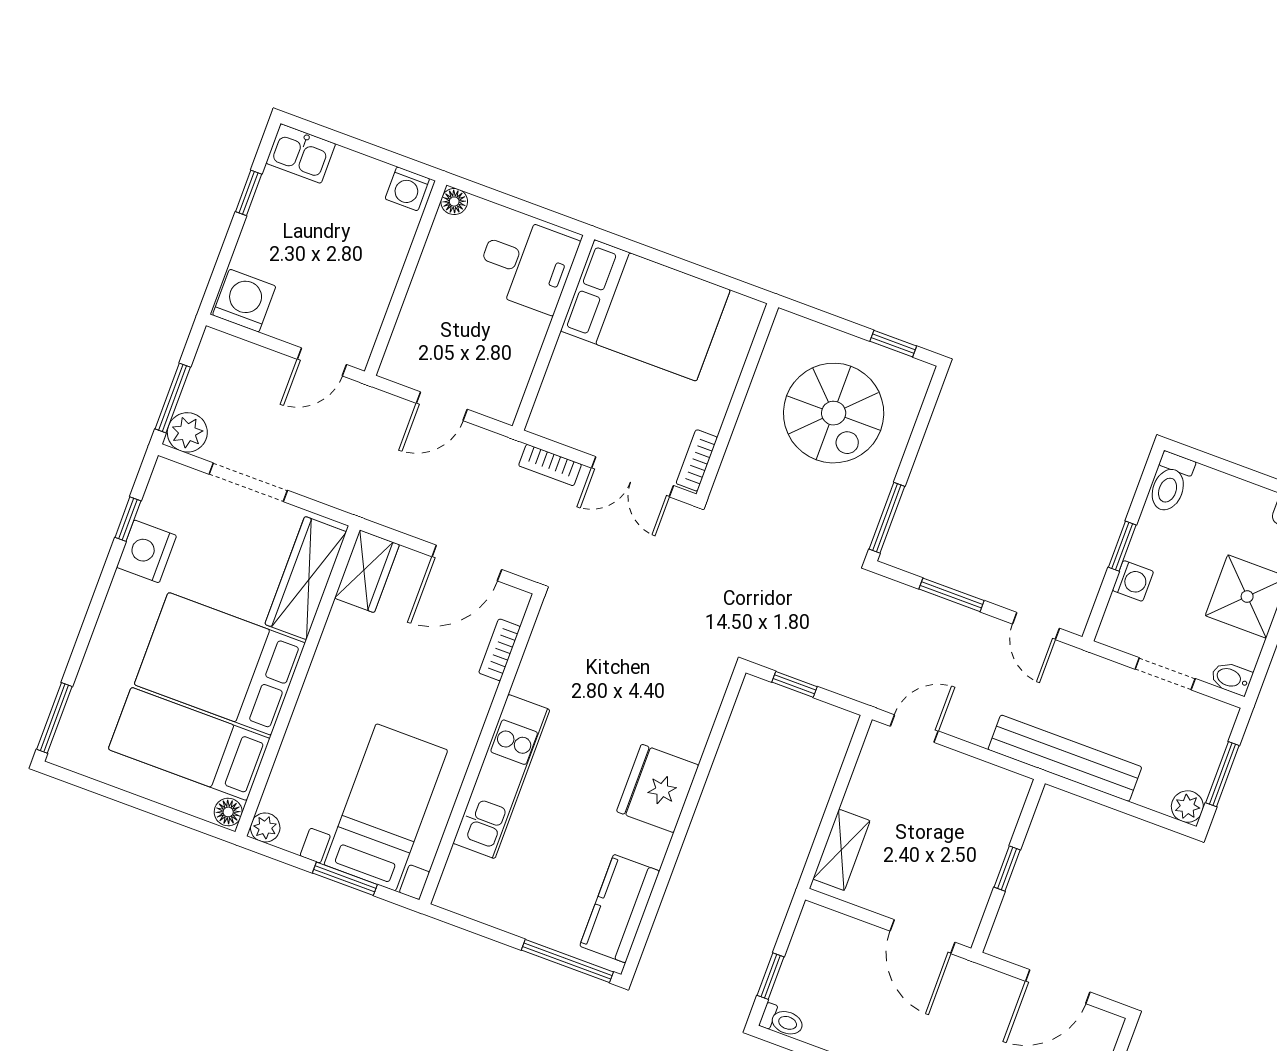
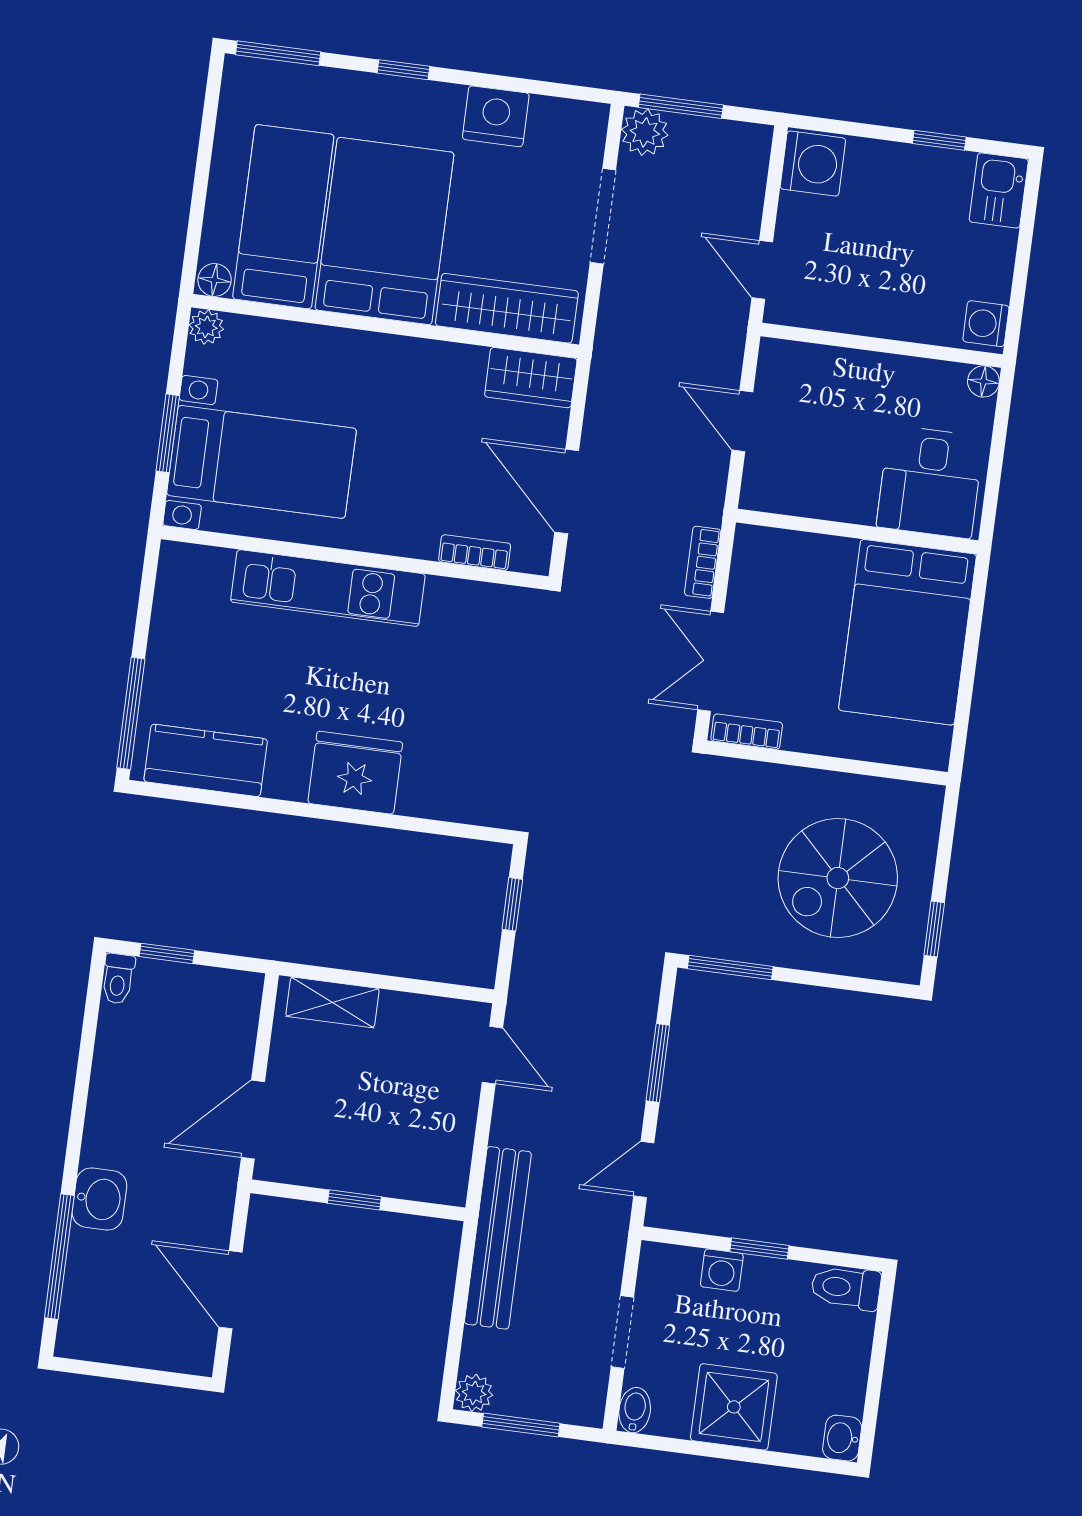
window: (128, 519) -> (403, 70), moved

